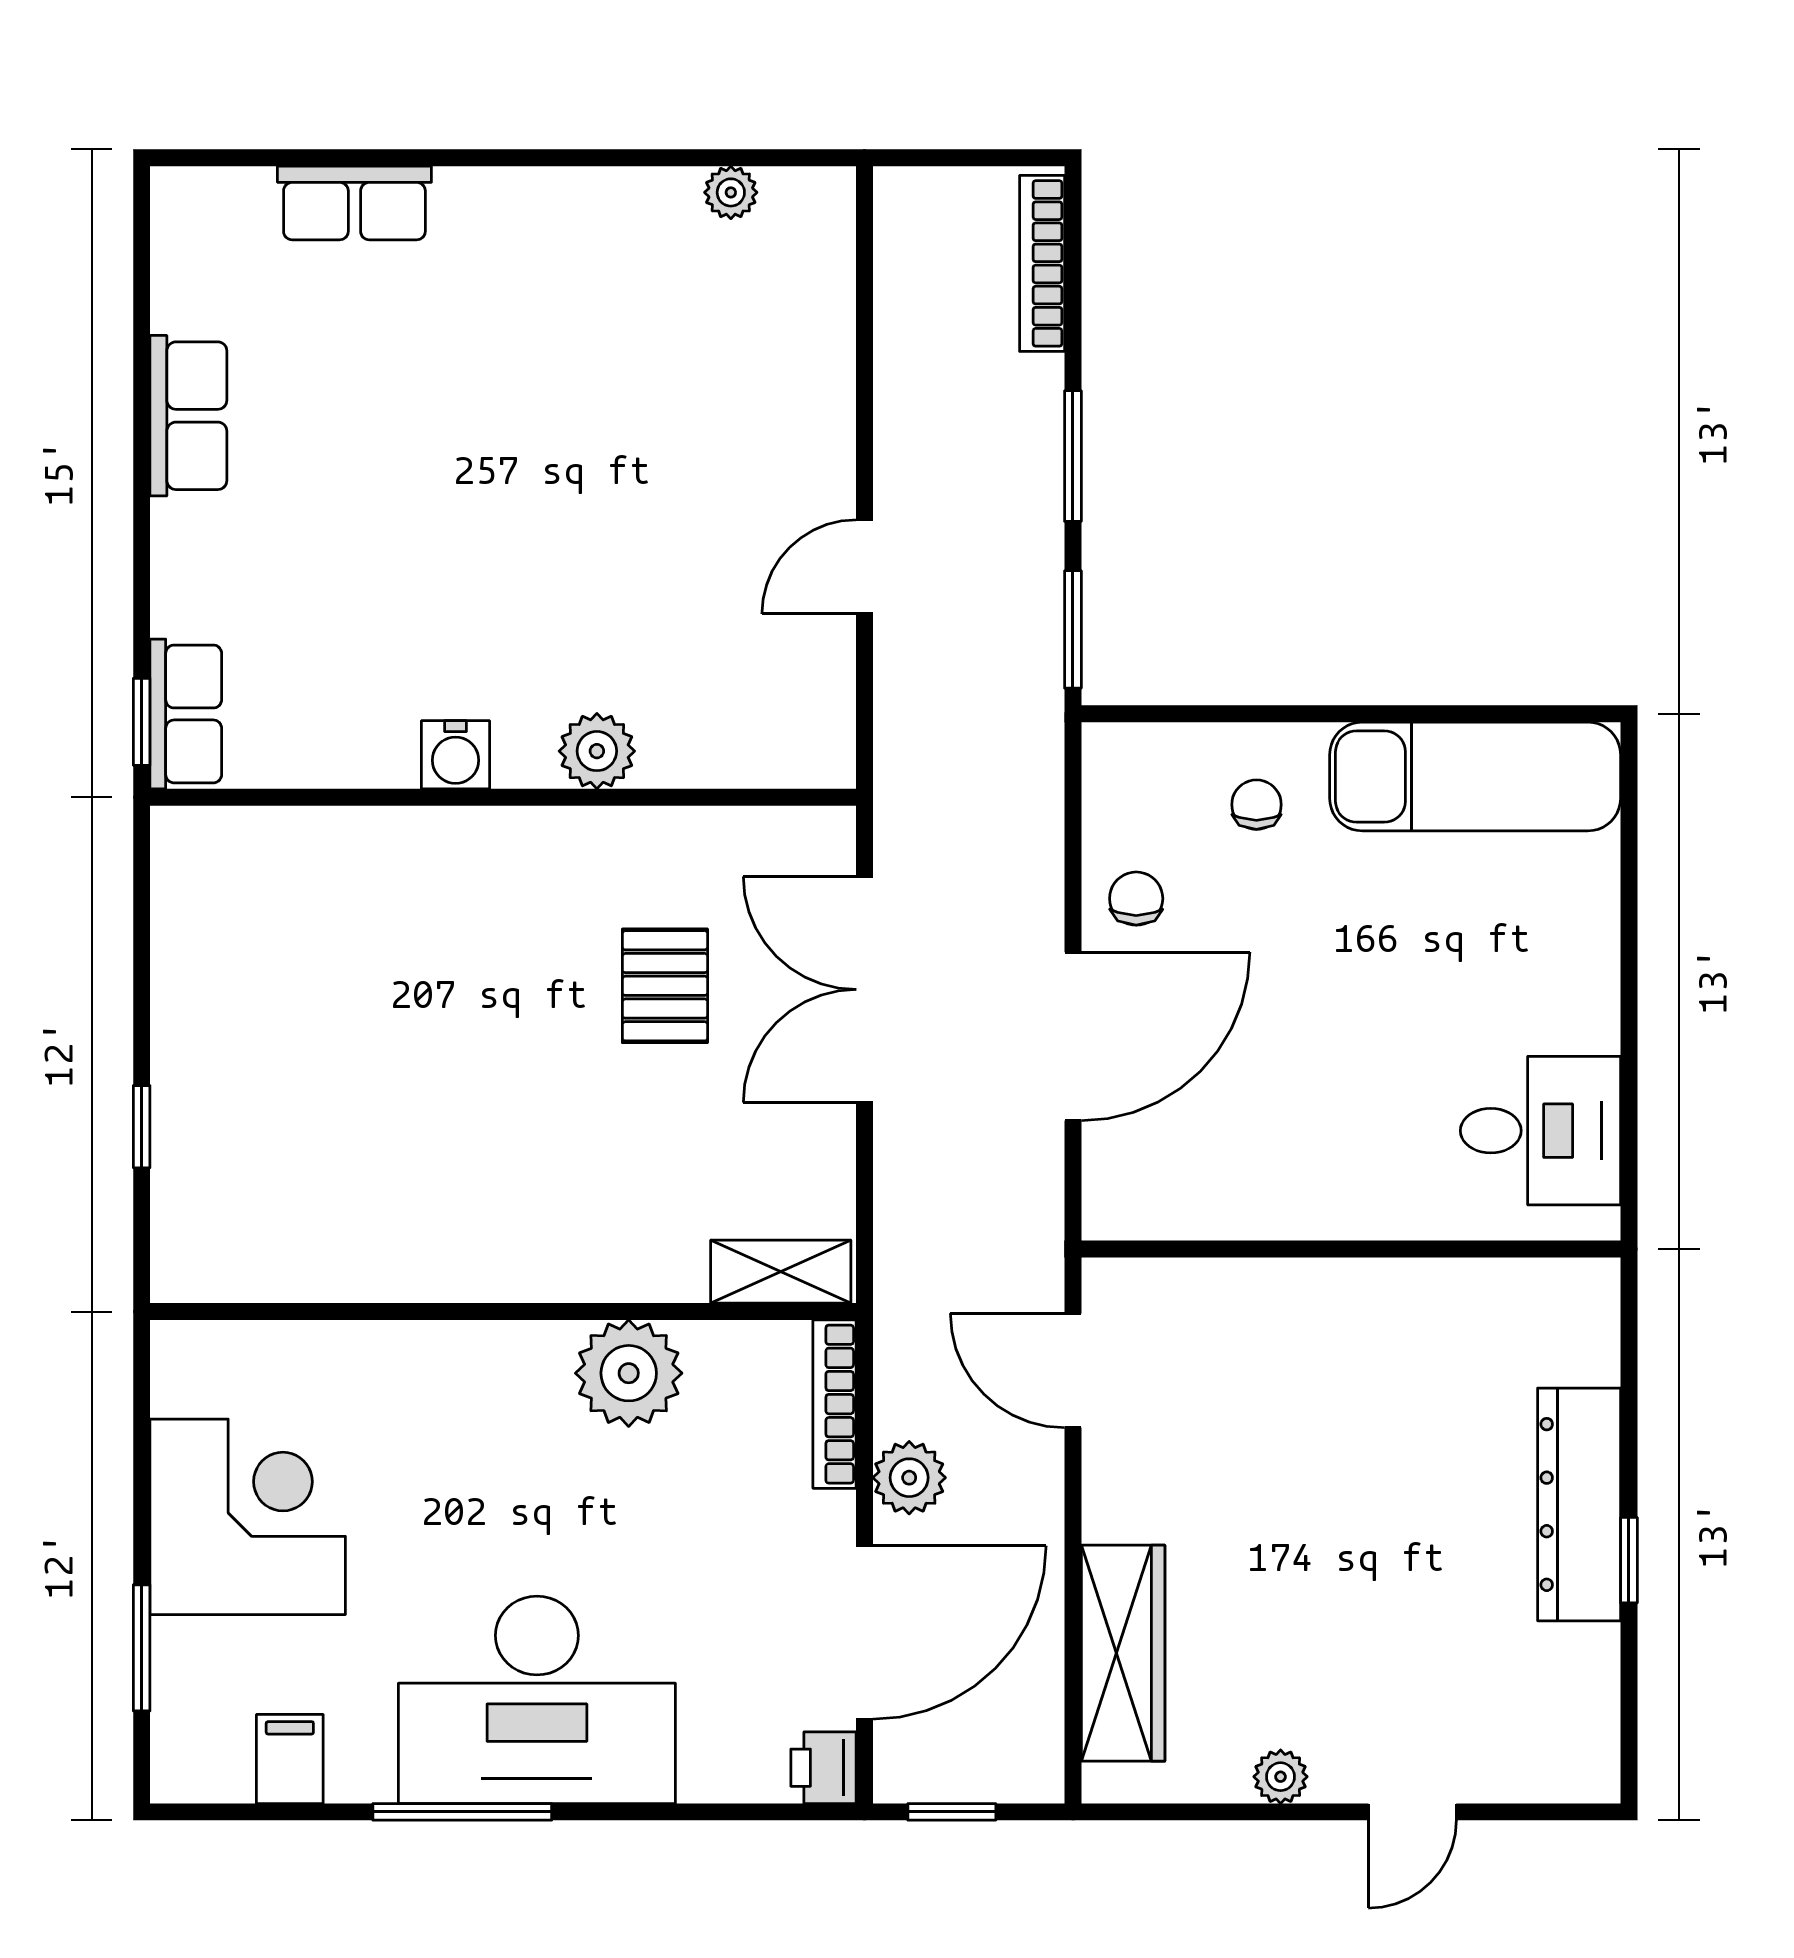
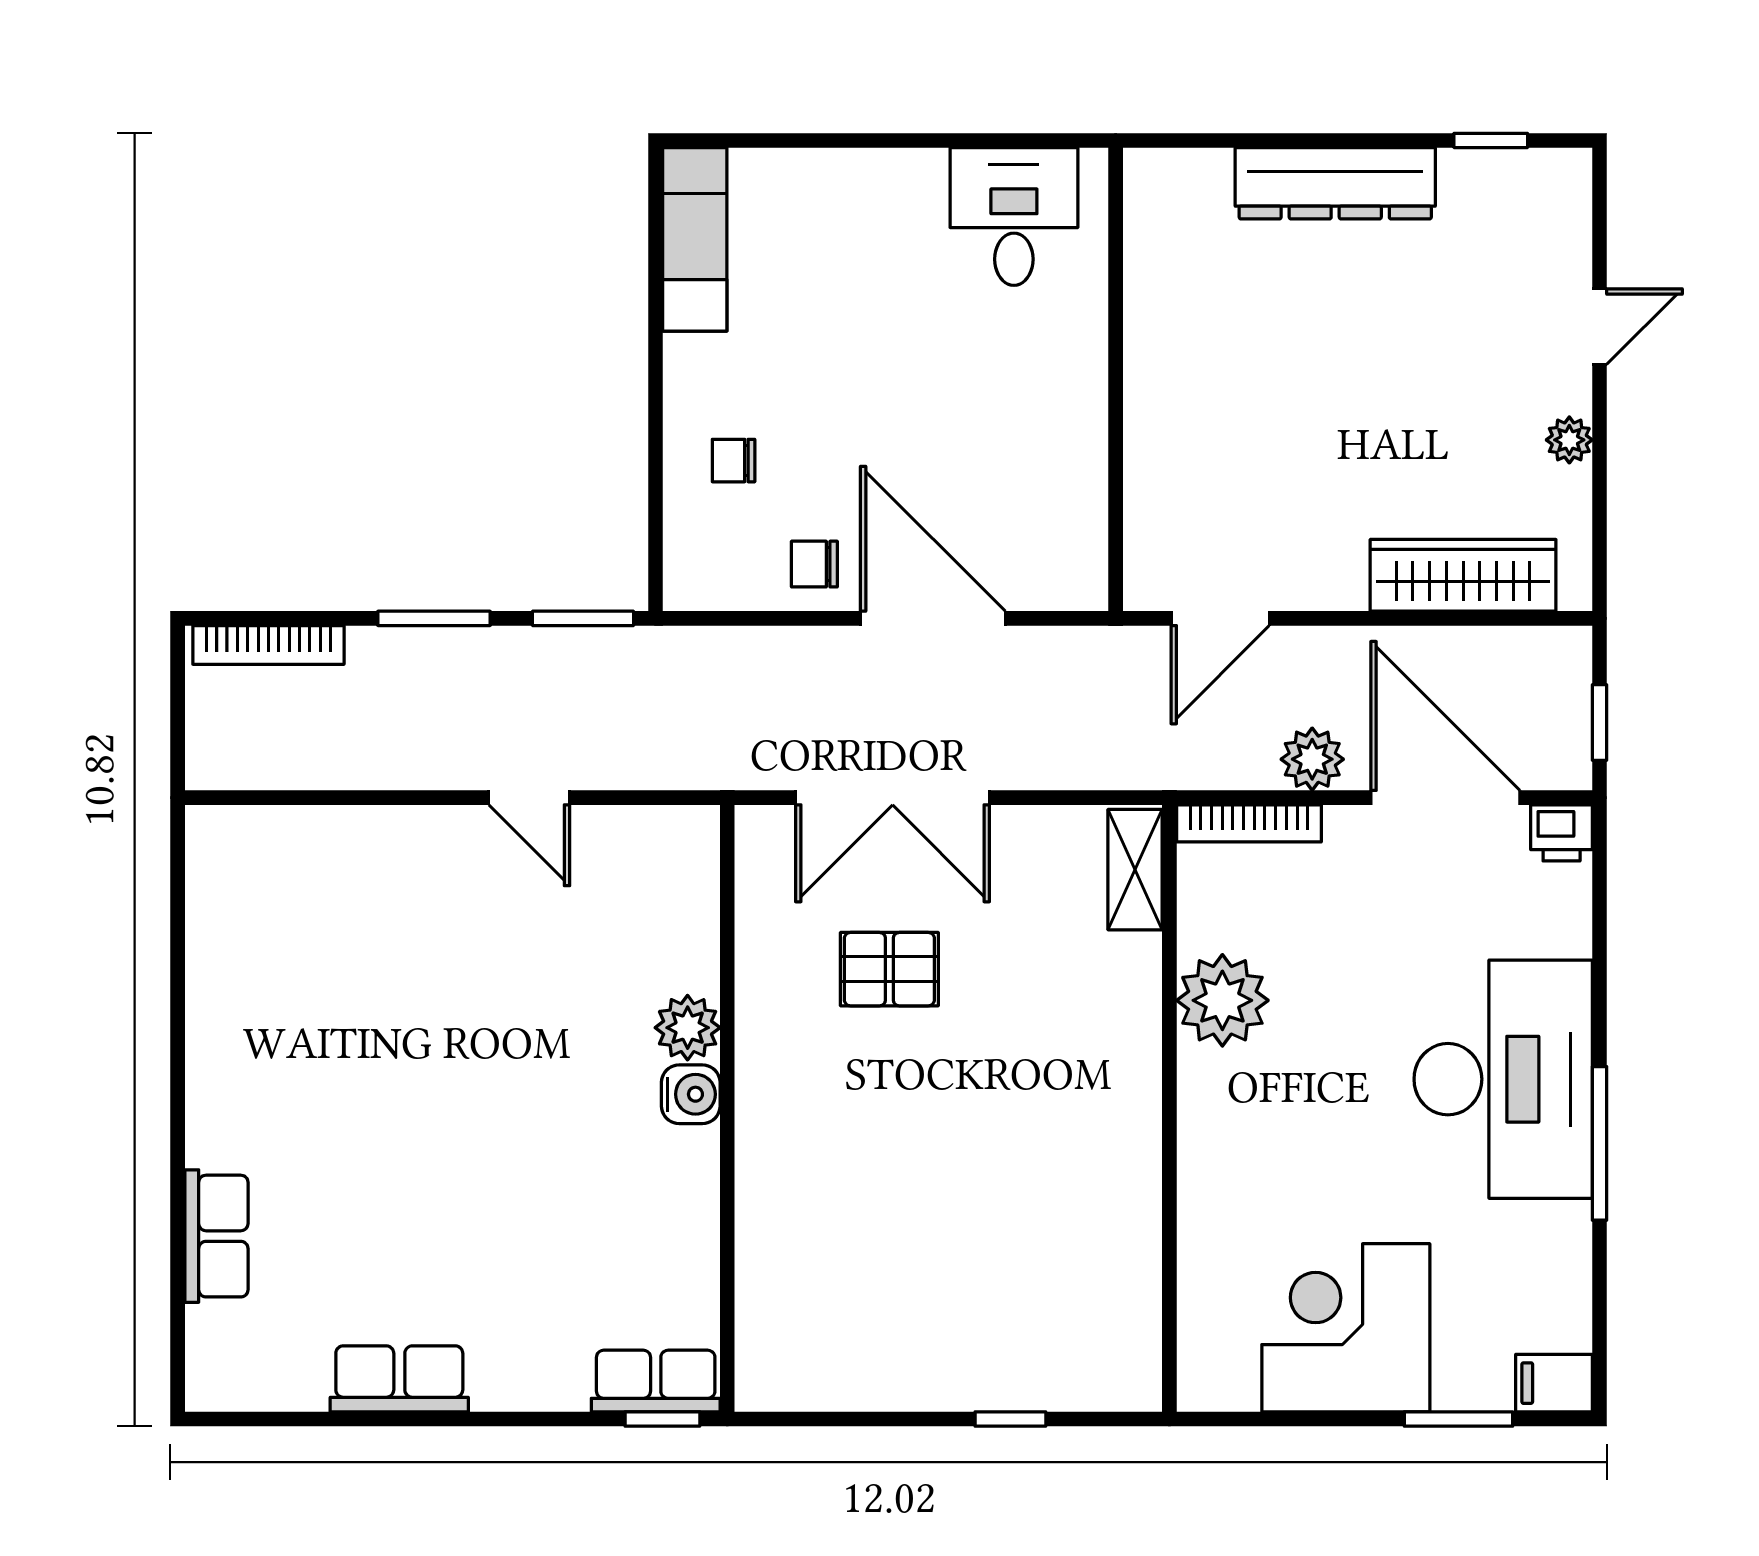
plant: (731, 192) -> (207, 913), removed
water cooler: (456, 755) -> (691, 1094), moved
exam couch: (1475, 777) -> (695, 239), width x0.73, depth x0.69
window: (1629, 1560) -> (1491, 140), moved
filing cabinet: (290, 1759) -> (1554, 1383), moved
door: (1412, 1812) -> (1600, 327), hinge flipped

